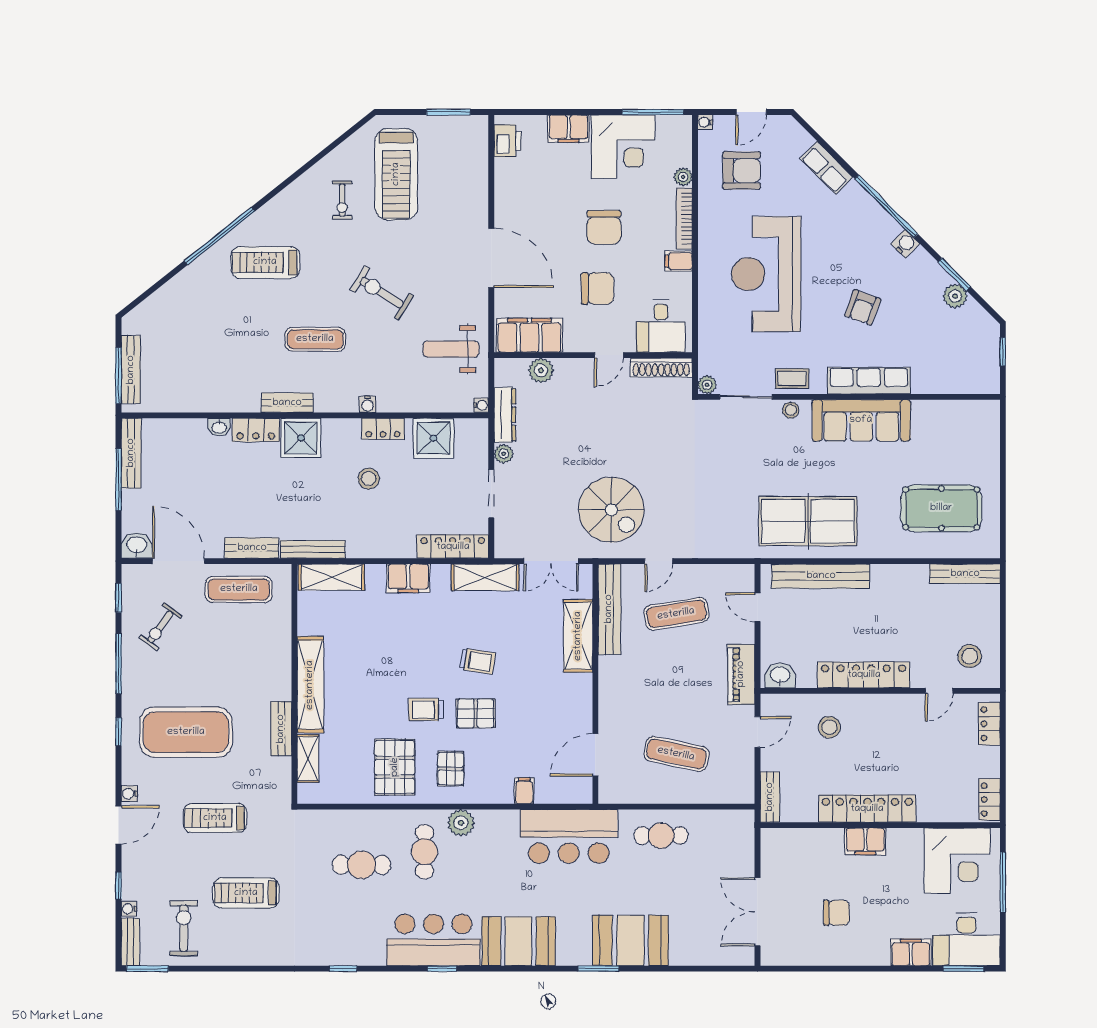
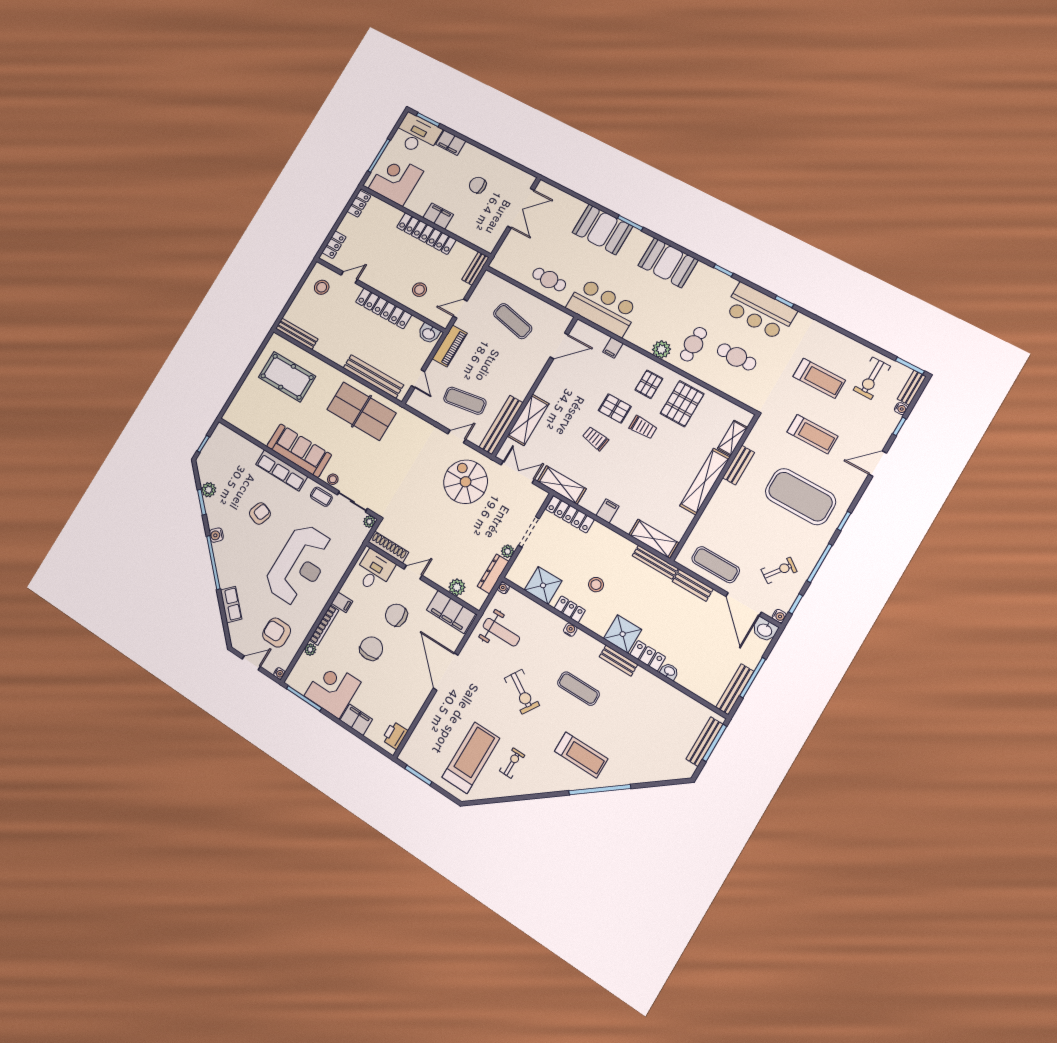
filing cabinet: (408, 578) -> (608, 511), width x0.50
water cooler: (129, 794) -> (779, 616), moved
bar counter: (433, 940) -> (760, 311), moved

